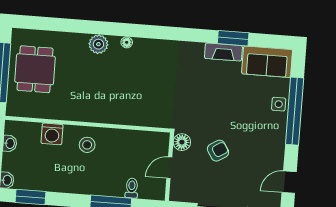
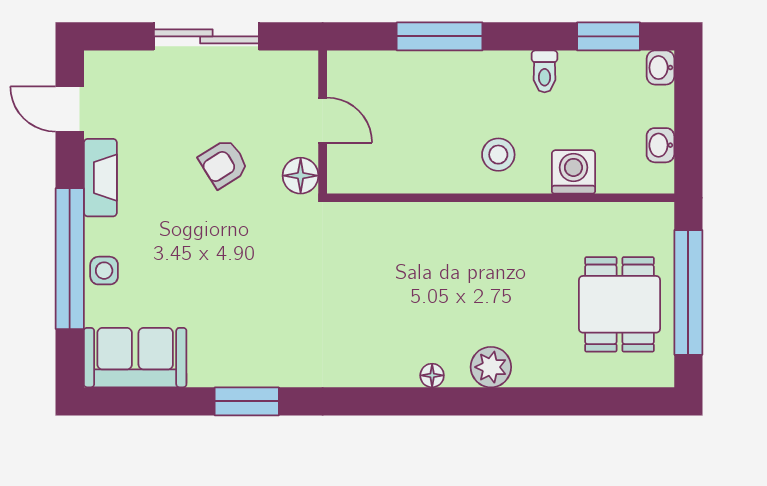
window: (233, 38) -> (247, 401), moved
fireplace: (223, 52) -> (100, 178), moved, turned 90
door: (169, 168) -> (323, 120), hinge flipped
door: (289, 182) -> (70, 109), swing flipped
toilet: (132, 188) -> (545, 71), moved

